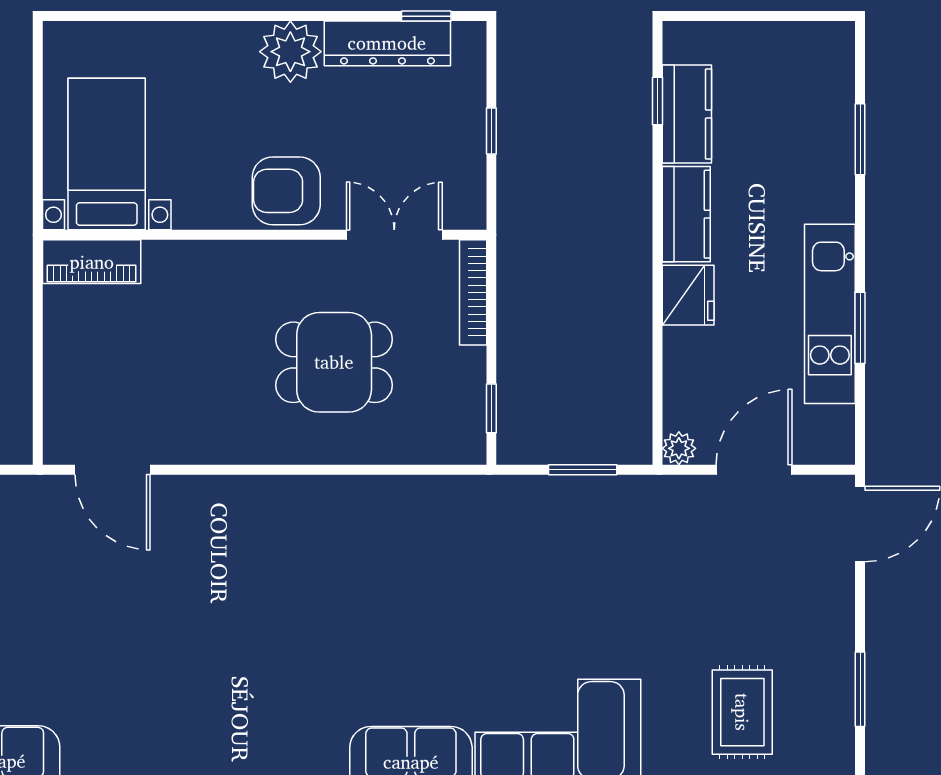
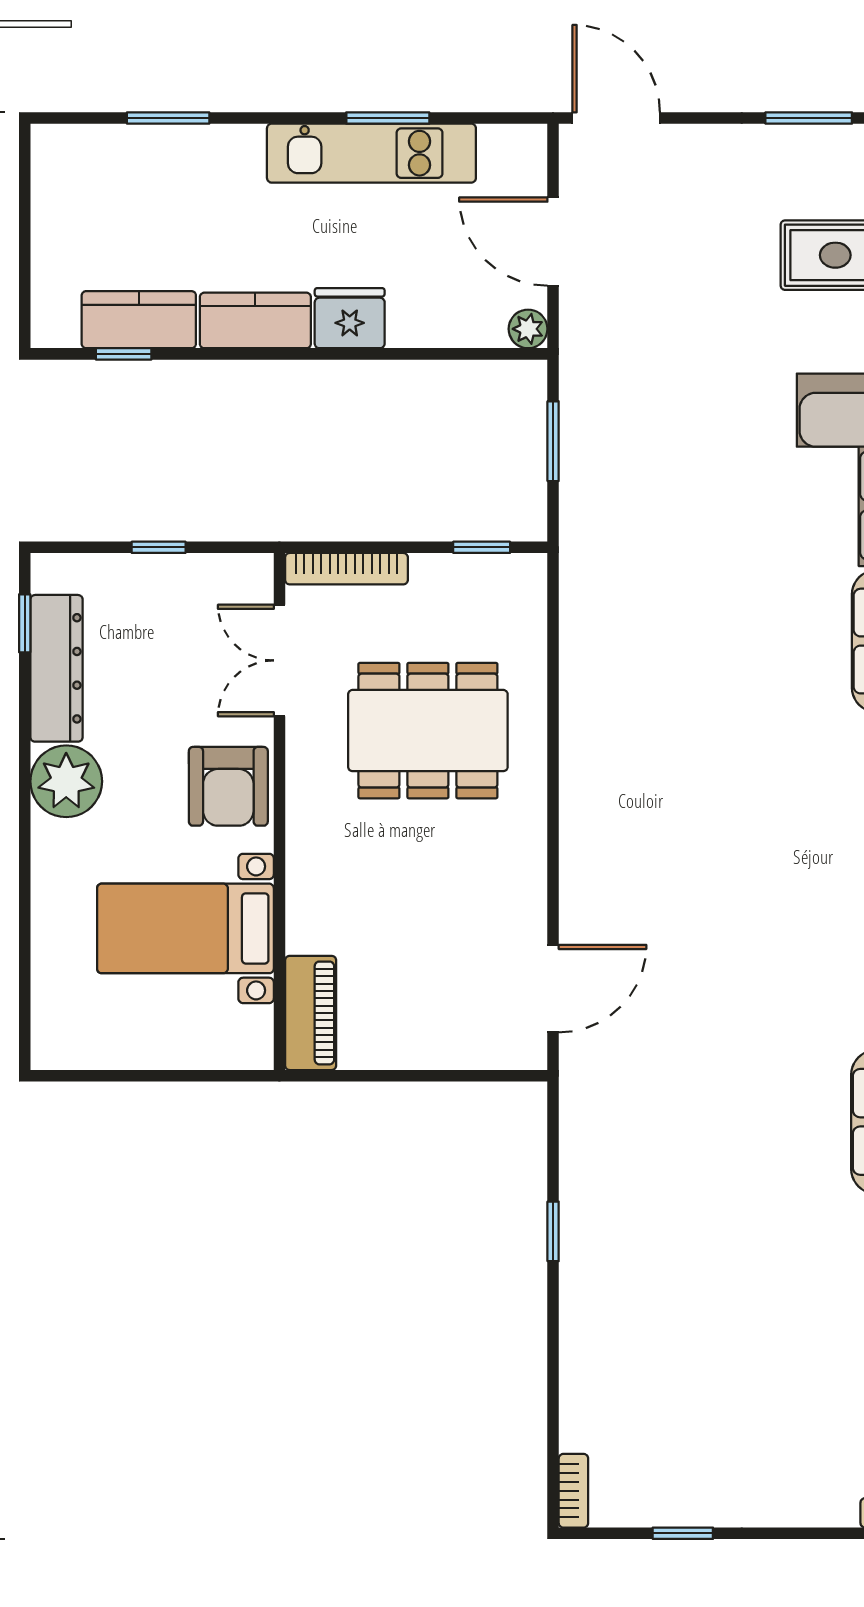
bed with nightstands: (107, 154) -> (185, 928), moved
dining table: (334, 362) -> (428, 731), width x1.38

